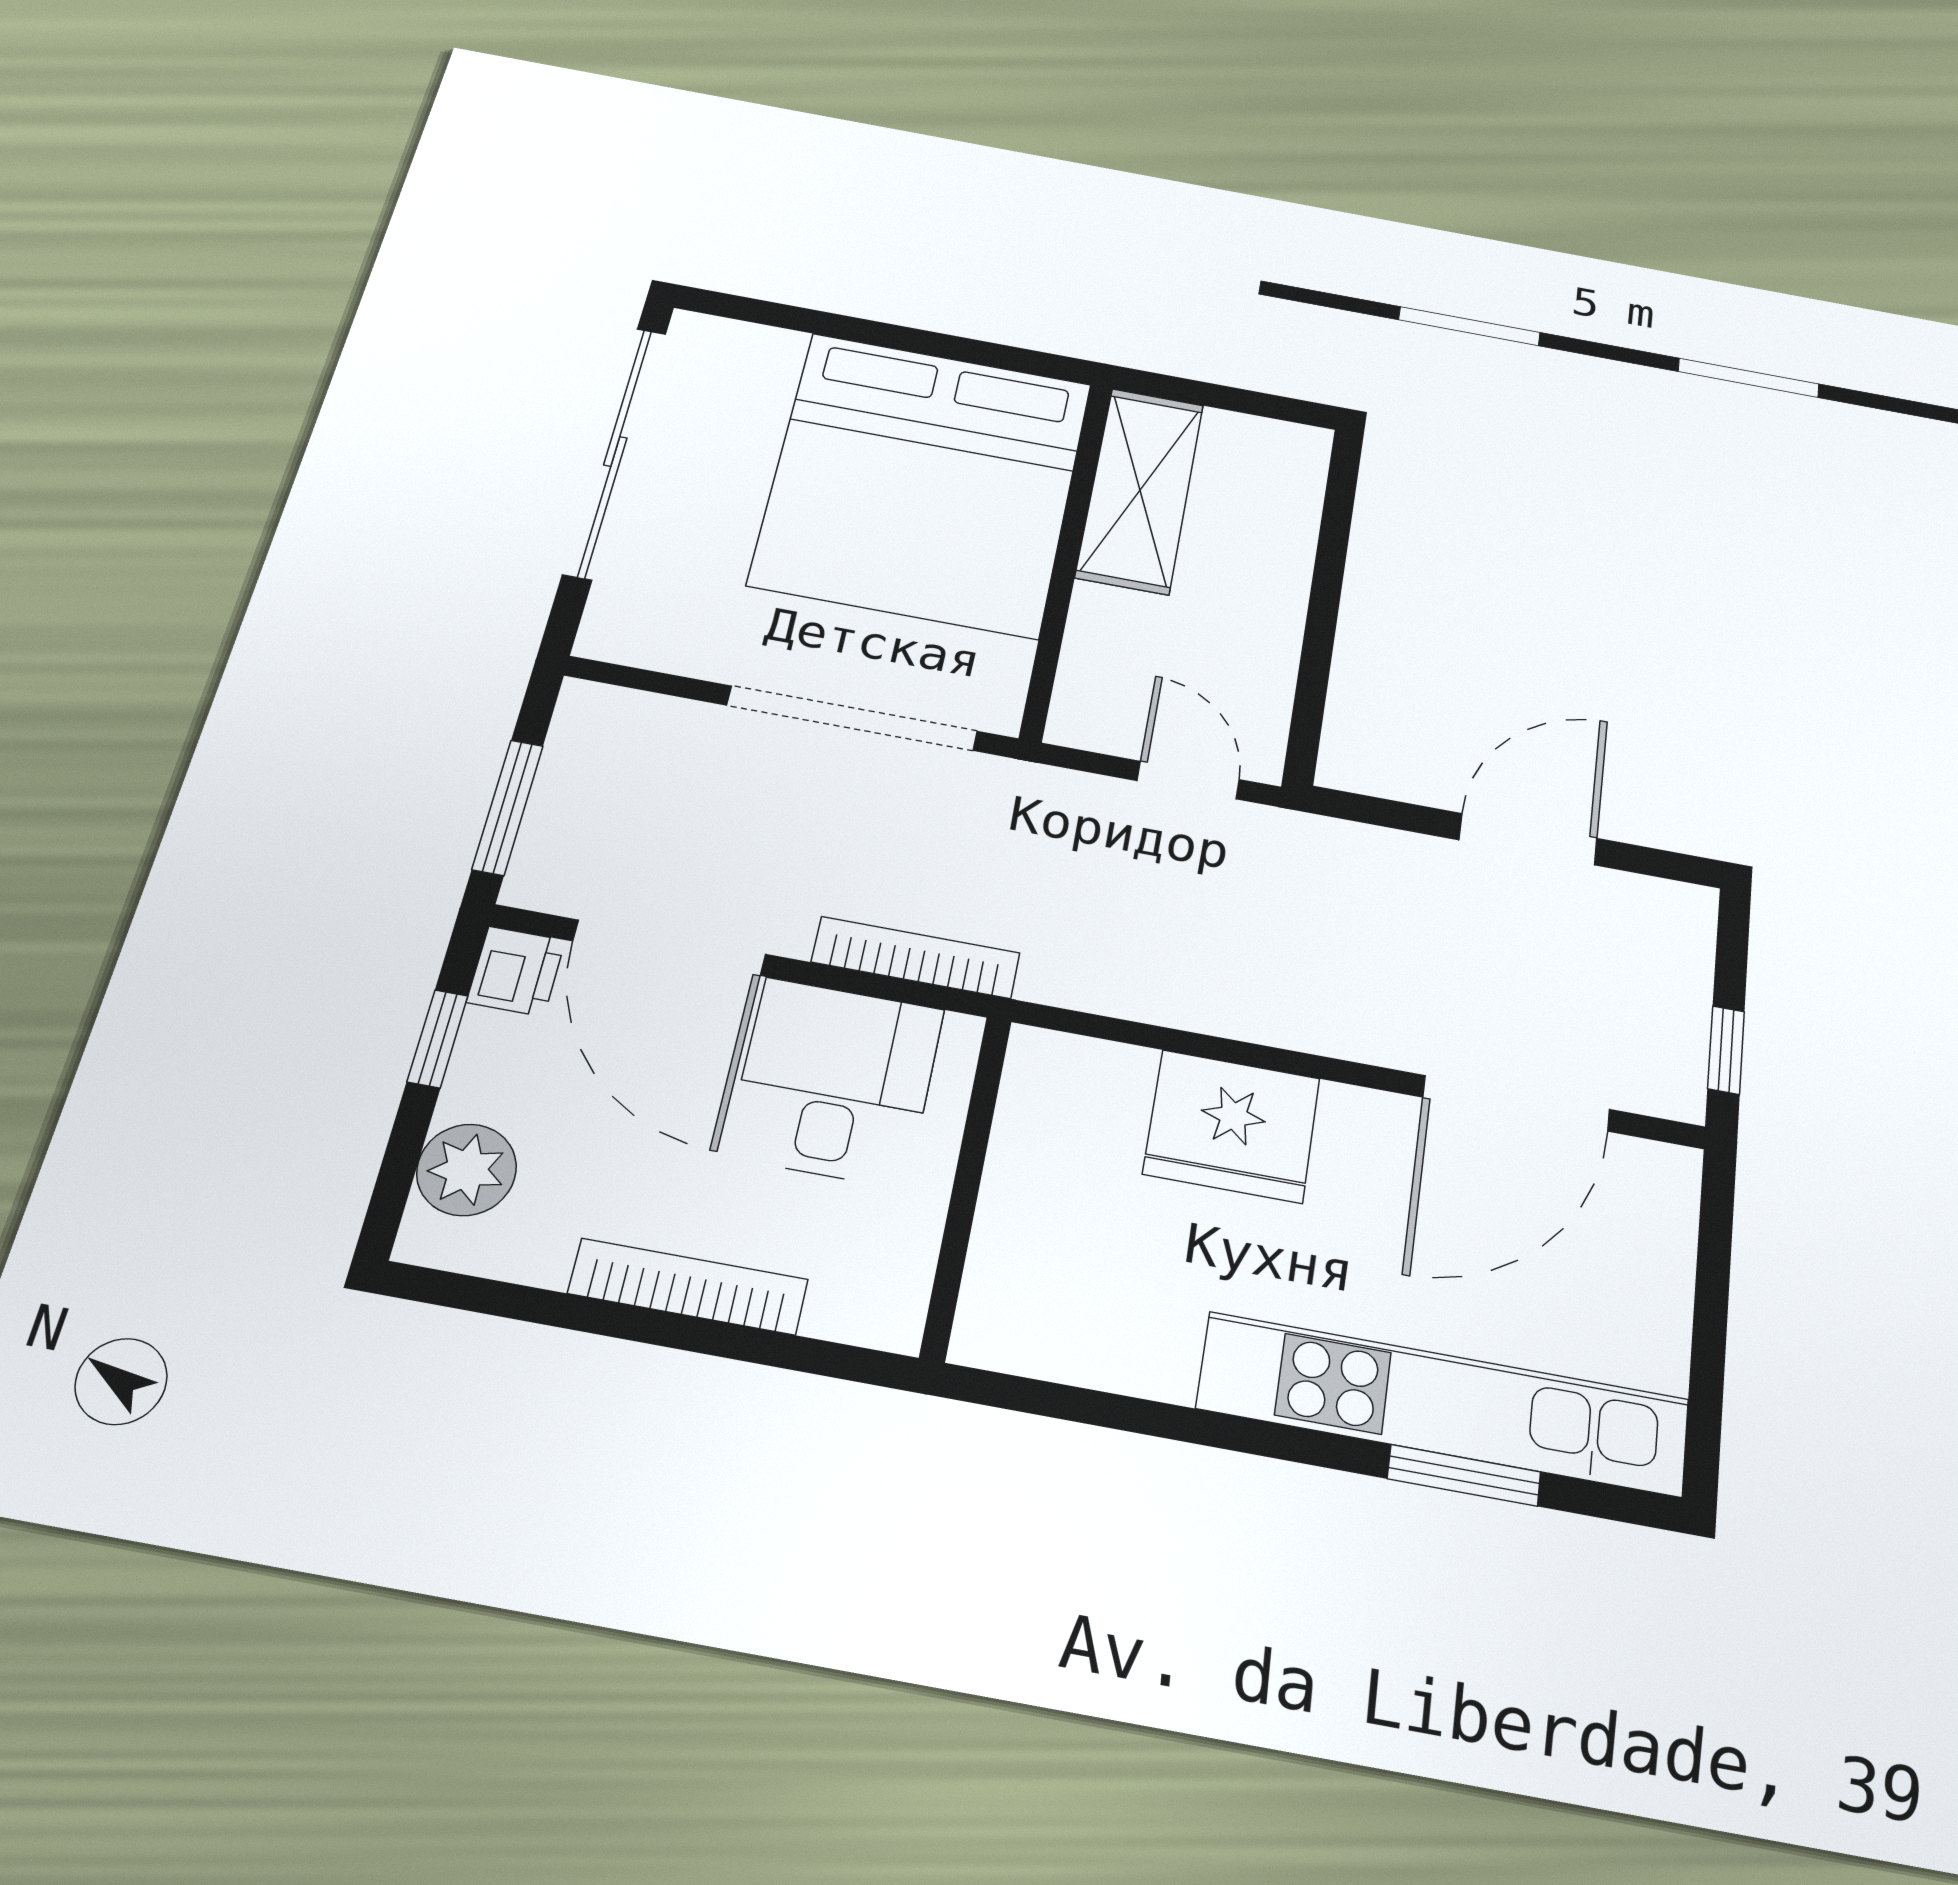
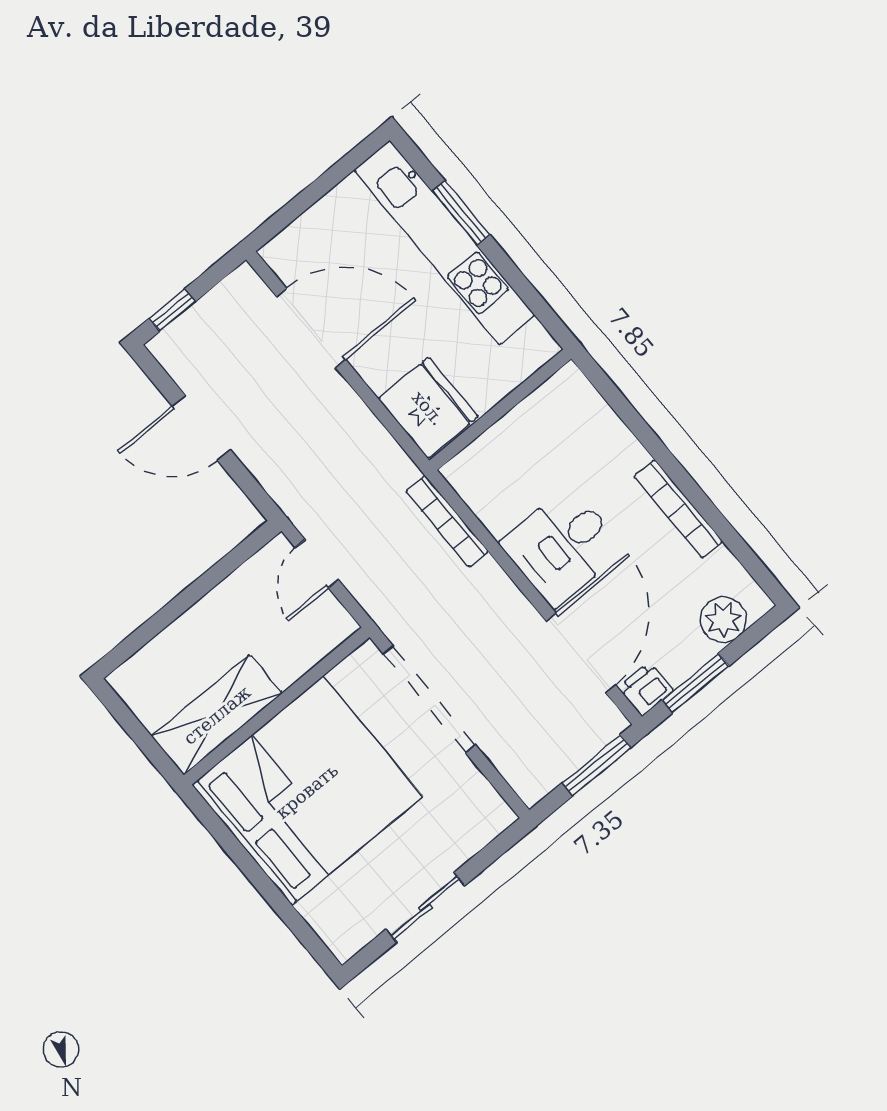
sliding door: (615, 452) -> (425, 907), width x0.54
bookcase: (916, 958) -> (447, 521), moved
window: (438, 1039) -> (695, 683), width x1.50
window: (1726, 1050) -> (172, 310), moved
wall: (966, 1185) -> (500, 410), moved

